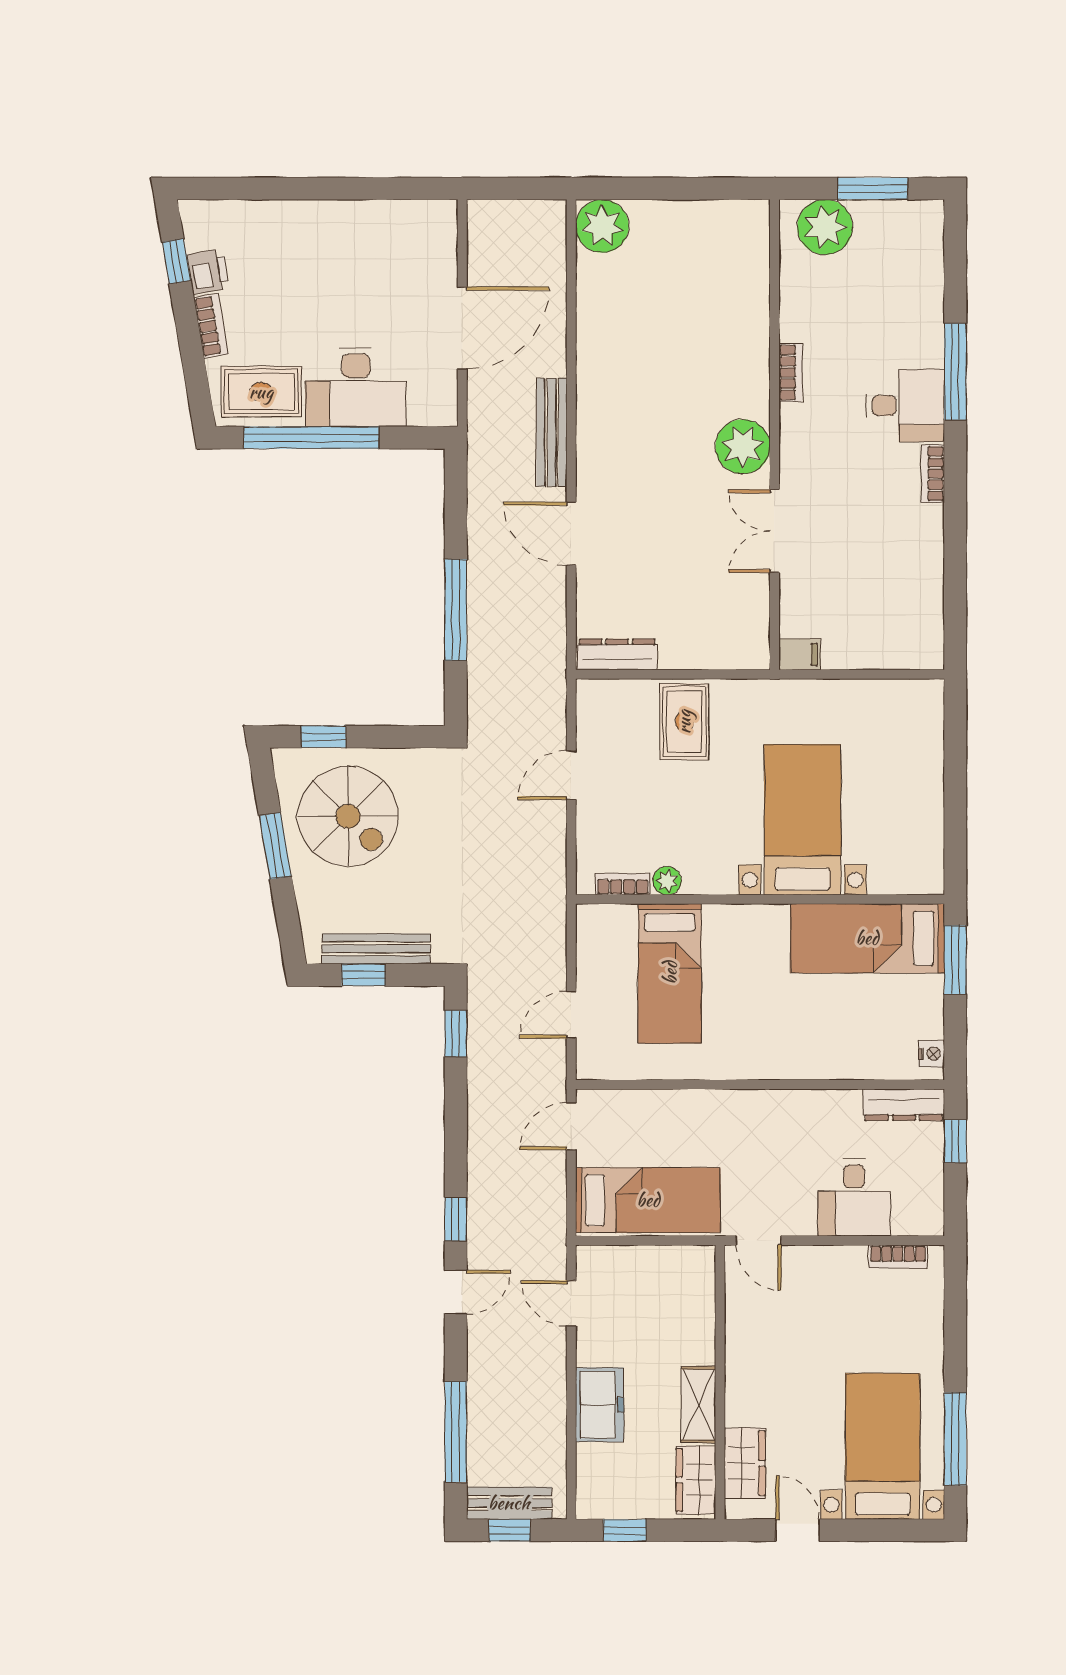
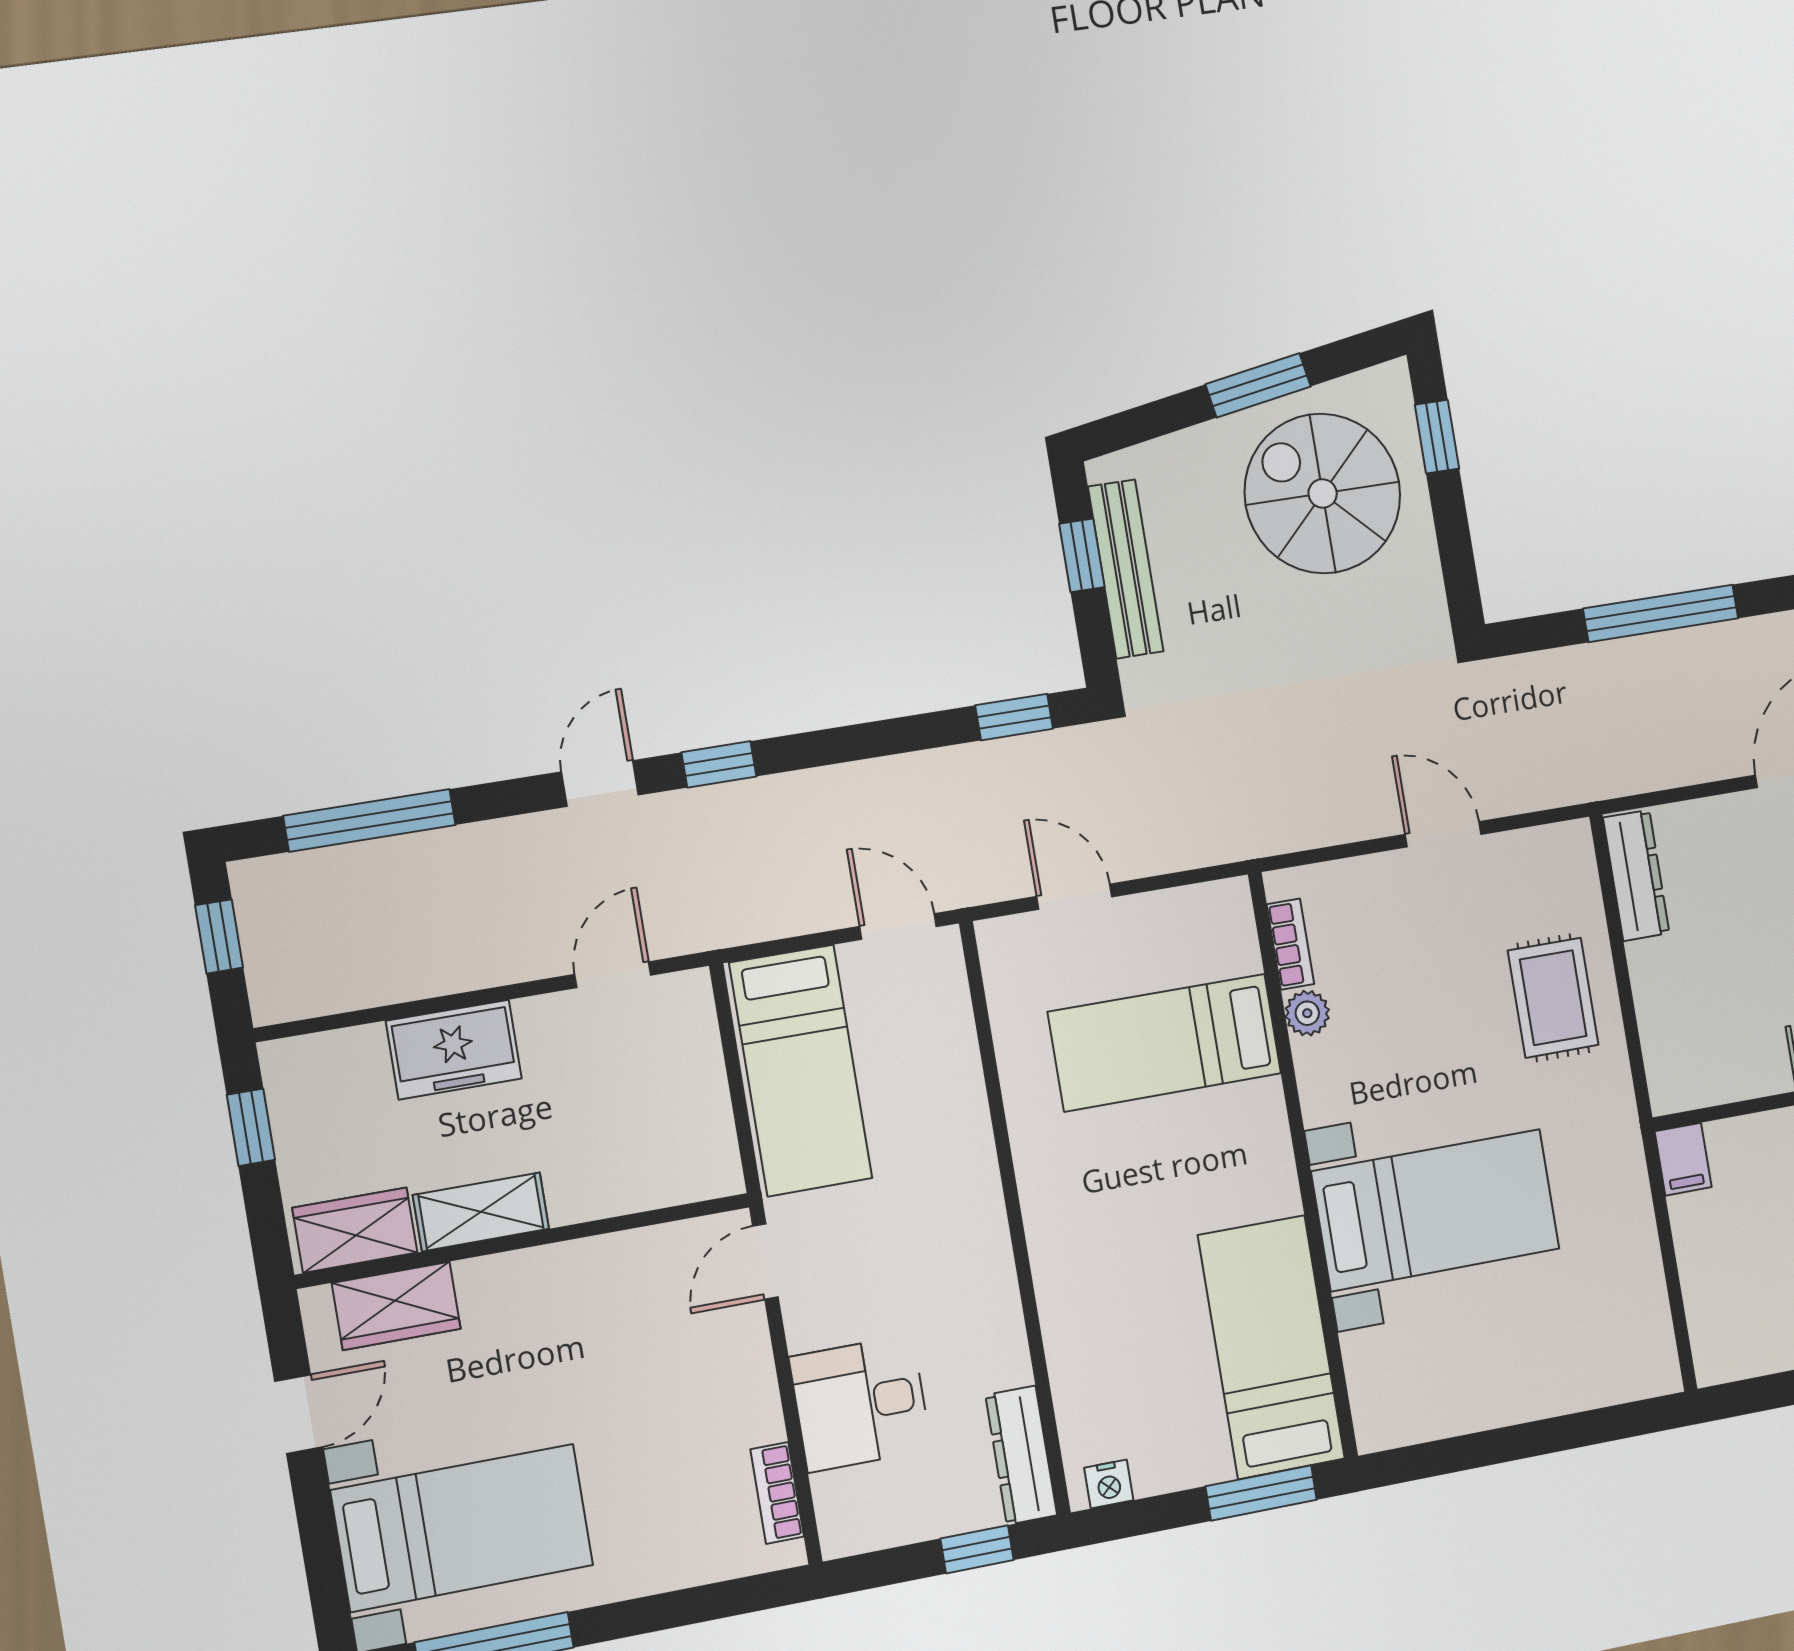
rug: (684, 722) -> (1553, 998), turned 90
spiral stairs: (348, 816) -> (1323, 493), turned 90
door: (456, 1292) -> (600, 783), swing flipped
bench: (509, 1503) -> (265, 928), removed

